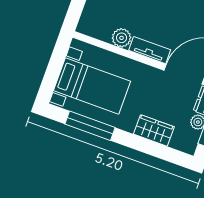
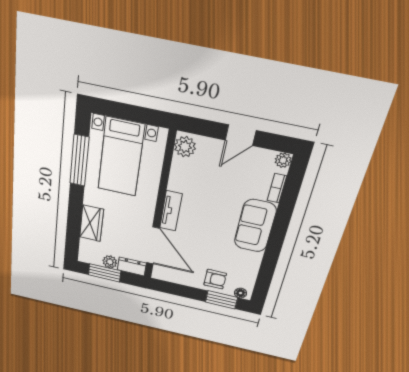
plant: (122, 38) -> (185, 147), moved

